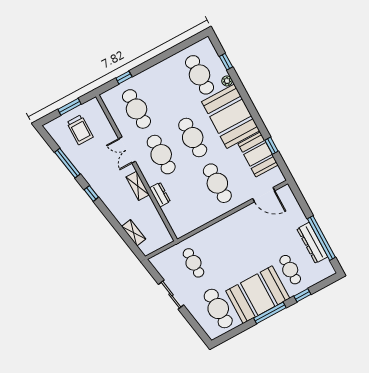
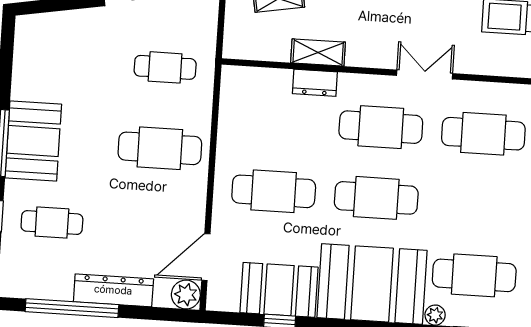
shelving: (138, 186) -> (318, 52), moved
plant: (285, 193) -> (186, 295), added
dresser: (312, 243) -> (113, 290), moved
booth: (258, 295) -> (33, 141), width x0.73, depth x0.70
cafe table: (218, 309) -> (160, 148), moved

